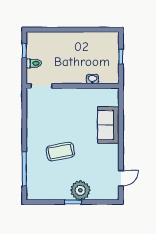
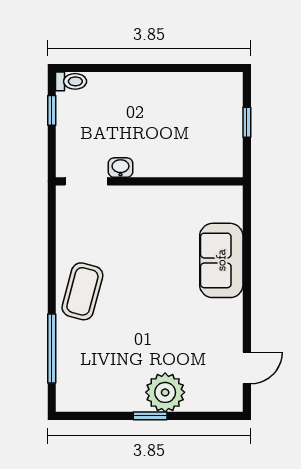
toilet: (34, 63) -> (71, 81), moved
washbasin: (92, 79) -> (121, 168), moved
coffee table: (60, 152) -> (82, 291), moved, turned -64

